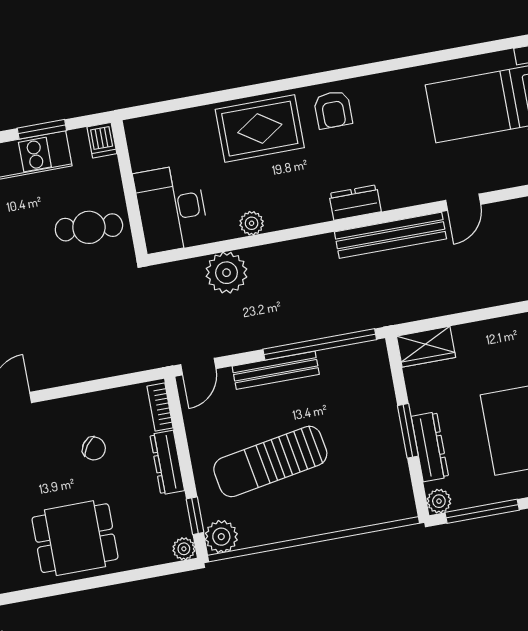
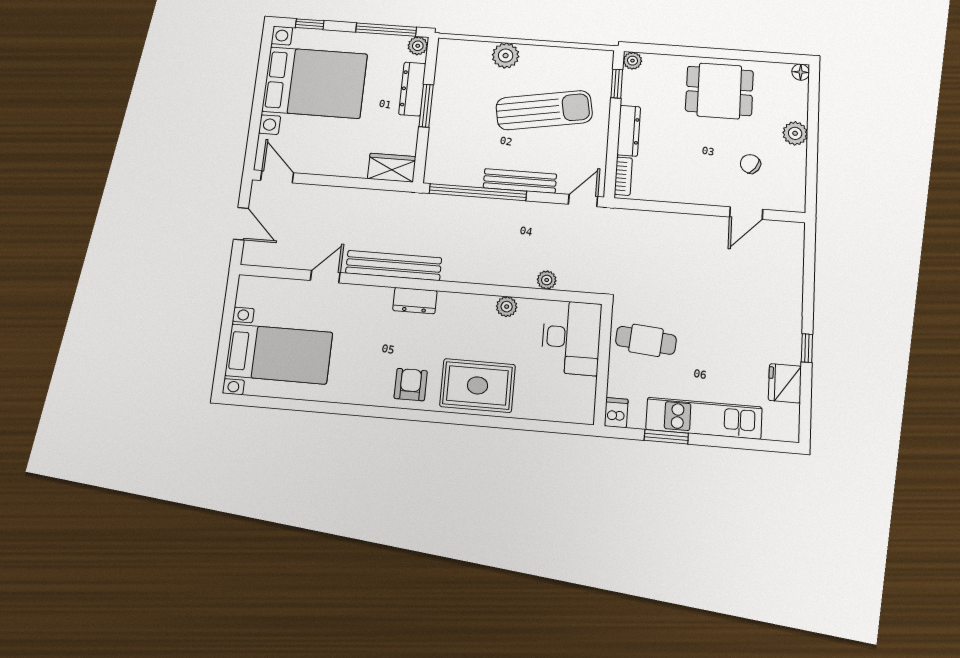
plant: (227, 273) -> (547, 280), width x0.53, depth x0.53
chair: (94, 448) -> (750, 164), moved
plant: (221, 537) -> (506, 56), moved

